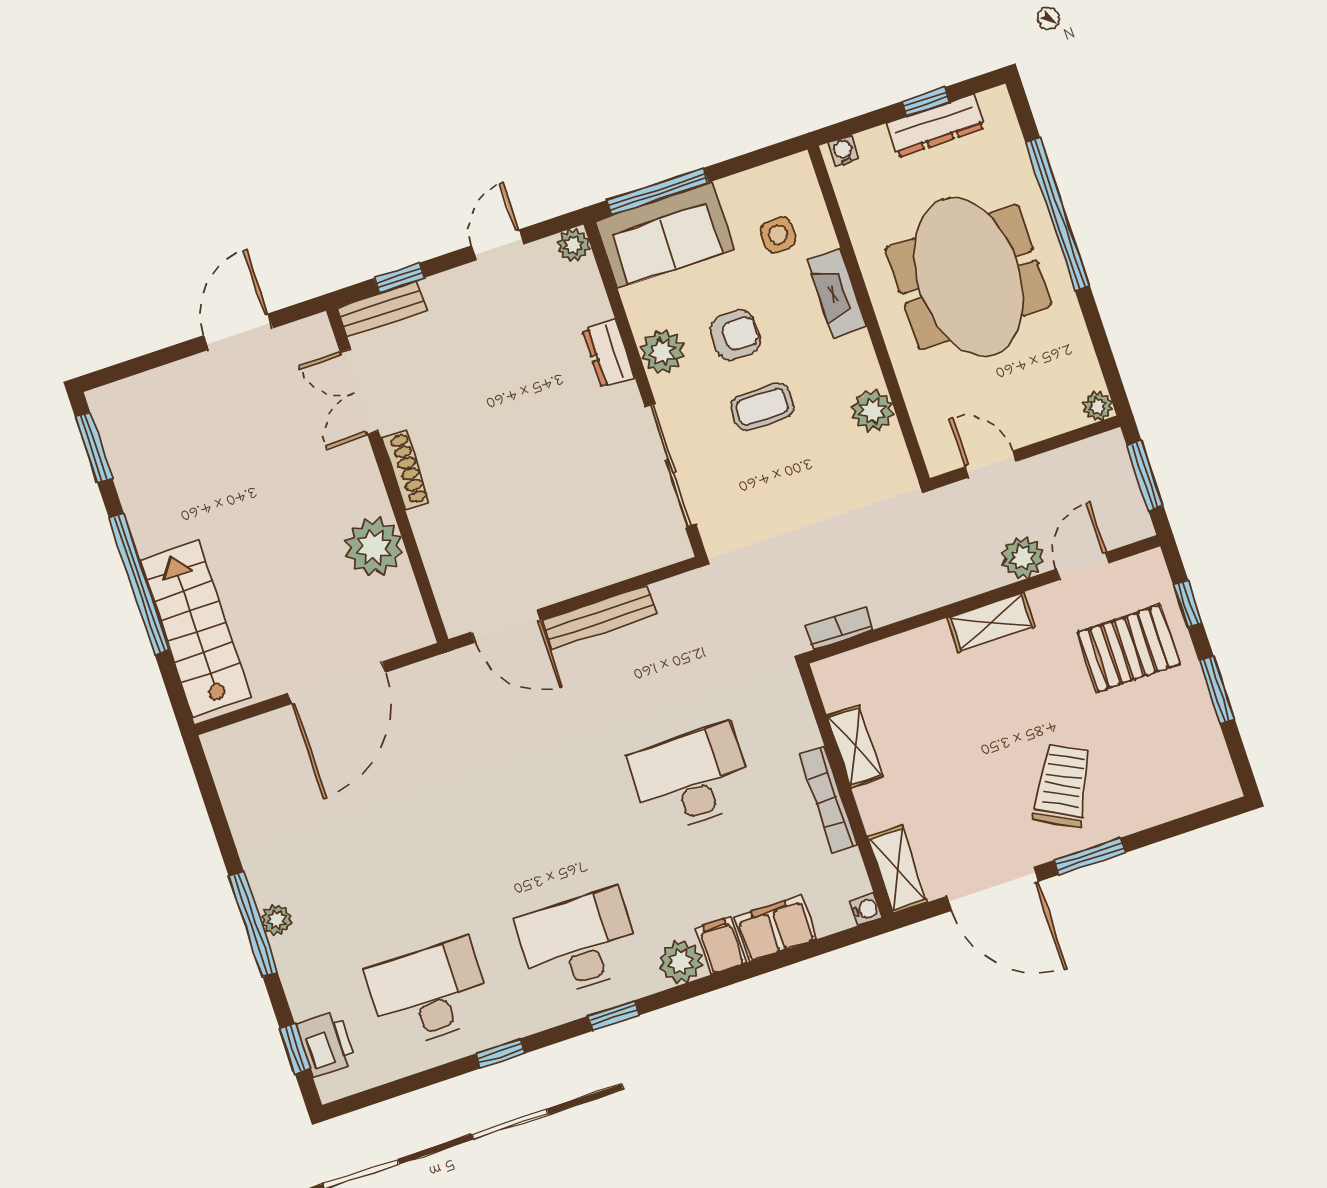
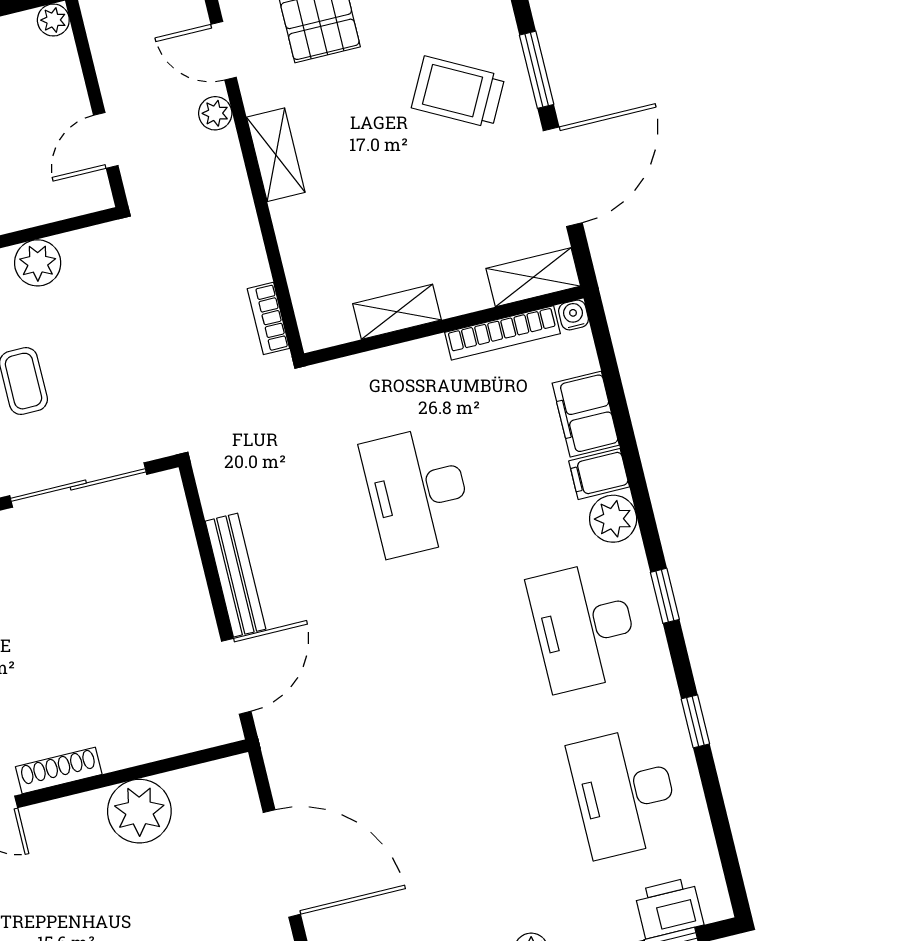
plant: (1022, 558) -> (215, 113), width x0.73, depth x0.73
bookcase: (828, 800) -> (503, 333), moved

